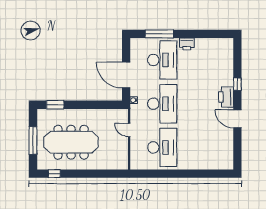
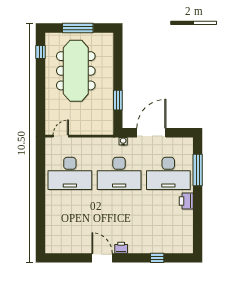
window: (237, 84) -> (157, 258), moved
printer: (226, 97) -> (121, 248), width x0.53, depth x0.68
window: (55, 105) -> (118, 100), moved
door: (237, 119) -> (102, 258), hinge flipped
door: (129, 130) -> (61, 136), moved

